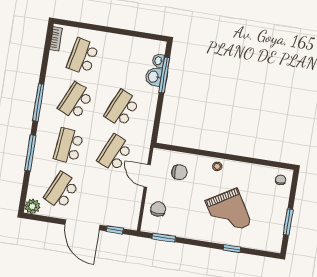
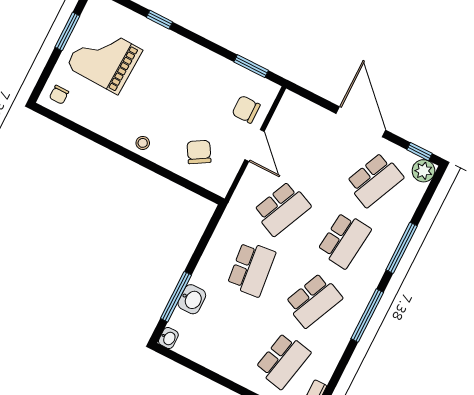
washbasin: (158, 61) -> (168, 338), moved
school desk: (122, 108) -> (251, 269), turned -30
chair: (179, 172) -> (199, 152), turned 59
door: (147, 176) -> (254, 145), moved
chair: (158, 209) -> (246, 109), turned 90
grand piano: (228, 212) -> (104, 58), moved, turned -57
window: (115, 230) -> (419, 152), moved

